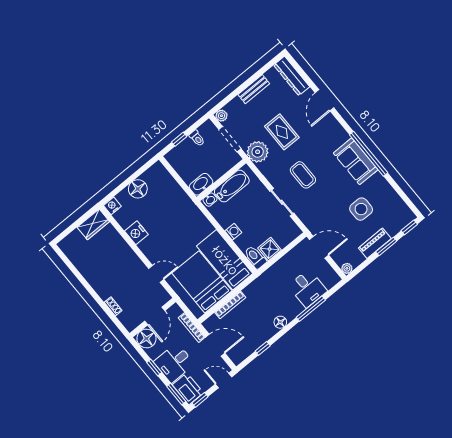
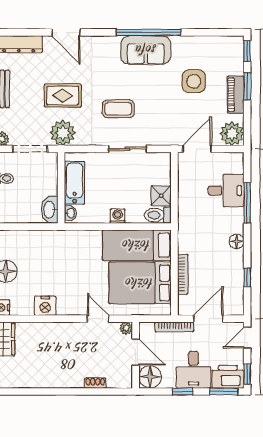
plant: (347, 268) -> (232, 134), width x1.88, depth x1.88
door: (156, 274) -> (98, 319), hinge flipped
plant: (165, 297) -> (126, 328), added

